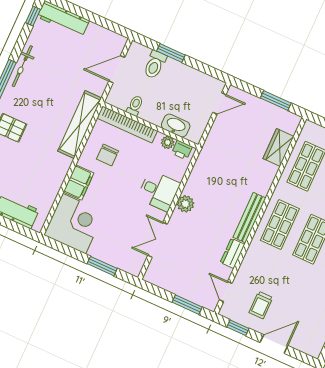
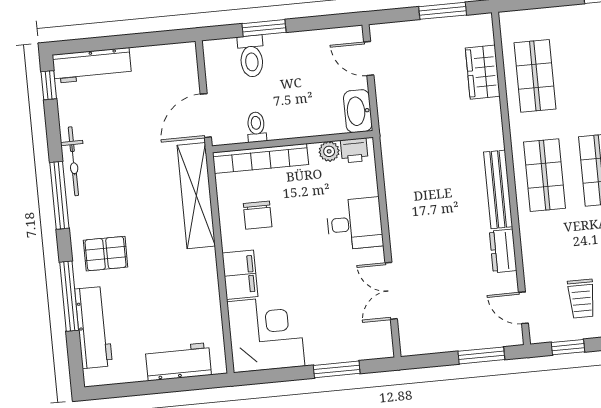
door: (117, 69) -> (206, 116), moved
door: (219, 103) -> (369, 58), swing flipped
washbasin: (176, 126) -> (358, 111), moved, turned -90
plant: (185, 204) -> (401, 221), removed

